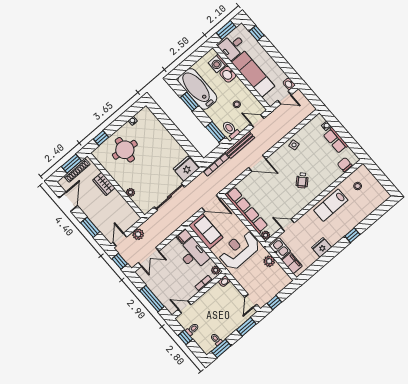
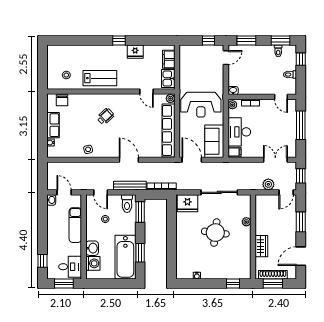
exam couch: (253, 74) -> (75, 225), width x0.73, depth x0.69
round table: (125, 150) -> (215, 233), moved
window: (352, 235) -> (119, 40), moved
plant: (269, 261) -> (185, 76), removed
window: (185, 337) -> (301, 59), moved

